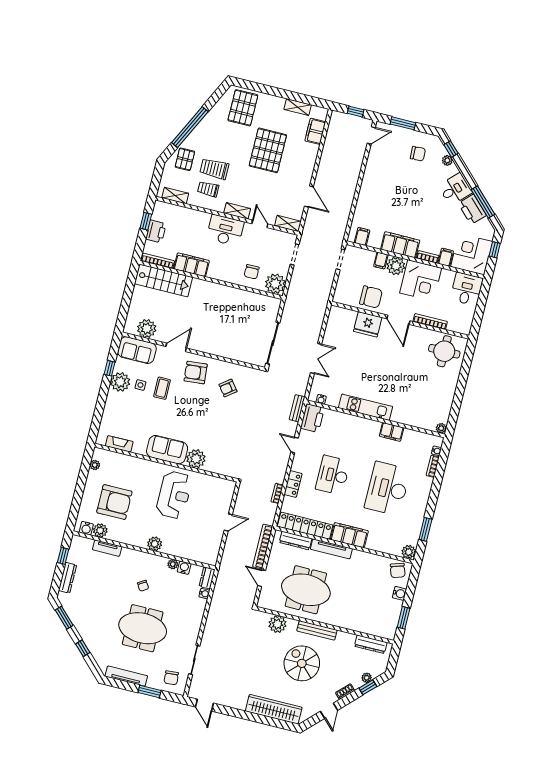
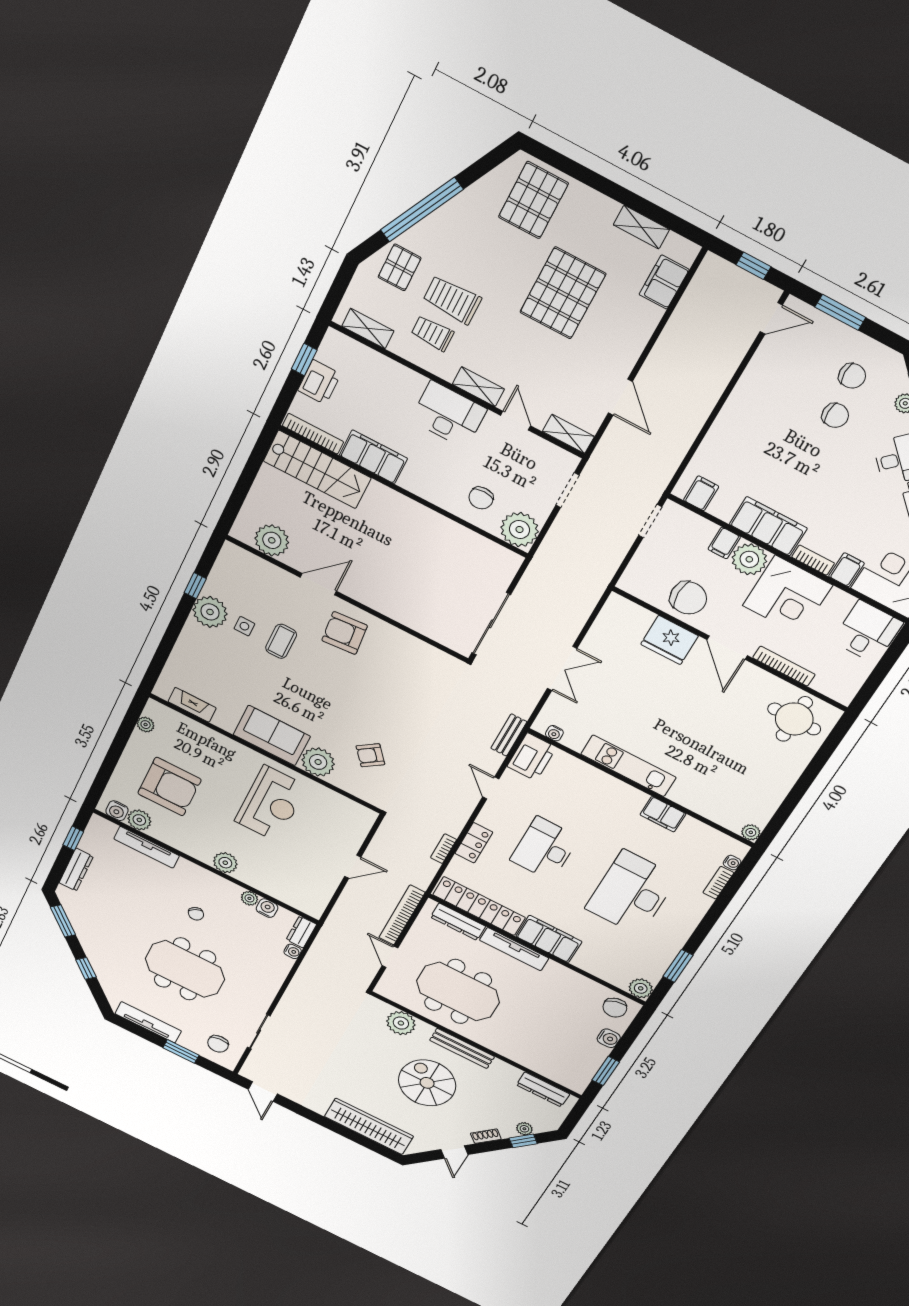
chair: (416, 176) -> (835, 415), added
sofa: (137, 350) -> (248, 570), removed
armchair: (228, 388) -> (370, 755), moved
tv unit: (107, 548) -> (147, 847), width x1.41

